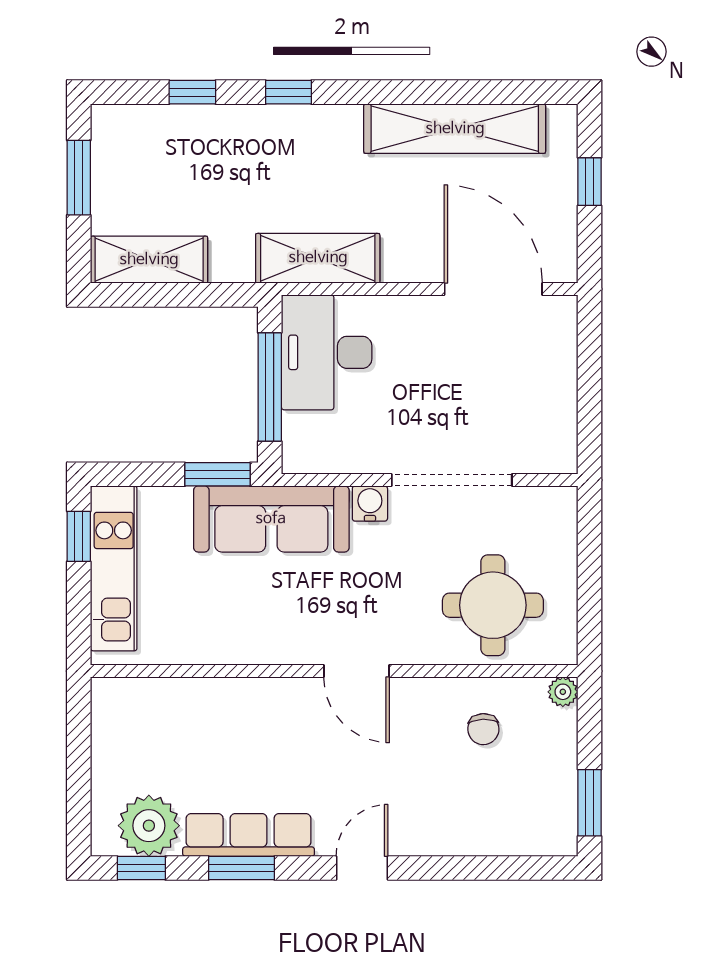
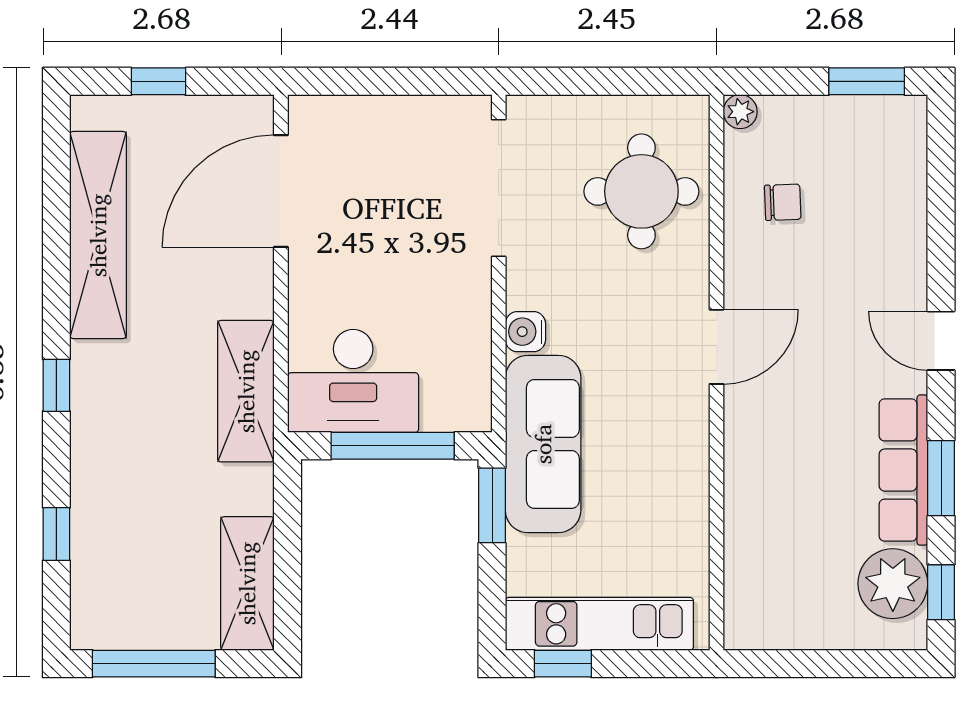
window: (288, 92) -> (56, 385), moved
window: (79, 178) -> (154, 664), width x1.44
doorway: (452, 480) -> (499, 188), moved

